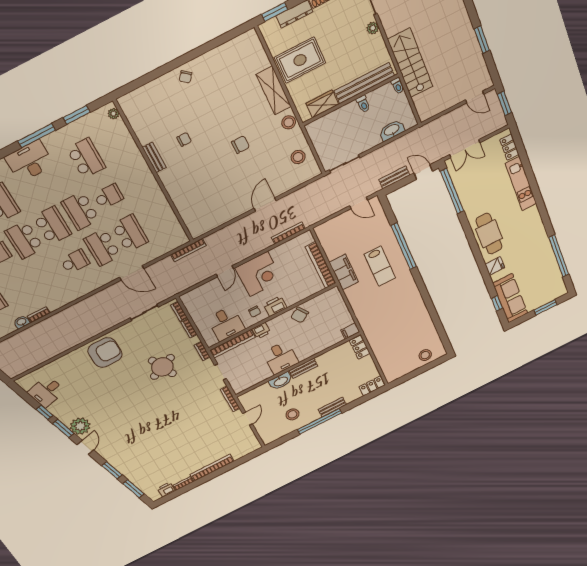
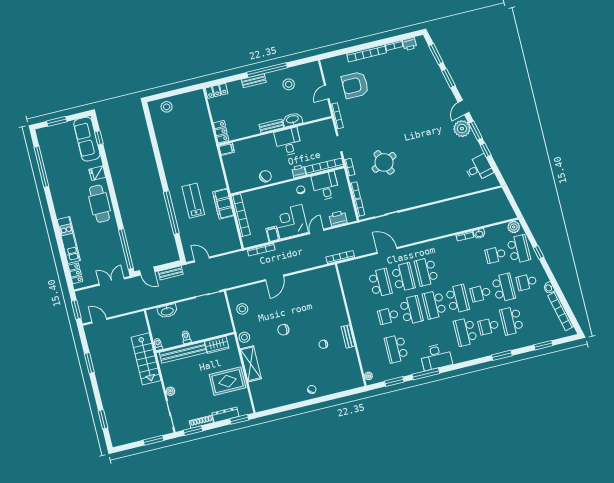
school desk: (130, 233) -> (380, 283), turned 180
filing cabinet: (278, 254) -> (273, 234), added
school desk: (75, 262) -> (426, 272), width x1.85
printer: (275, 306) -> (338, 218), moved, turned 180
armchair: (105, 353) -> (355, 85), moved

